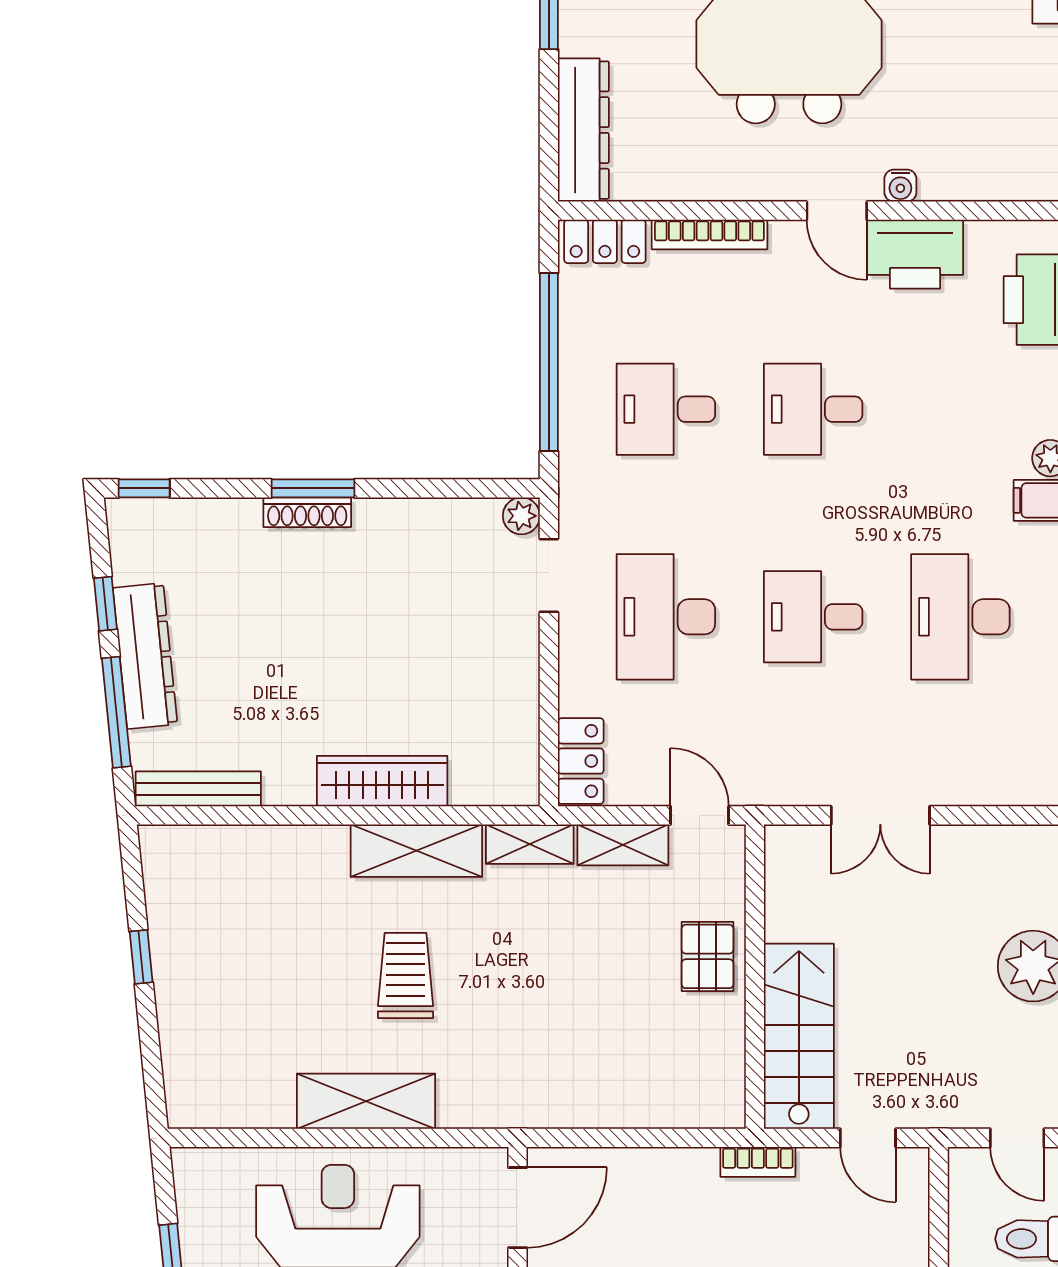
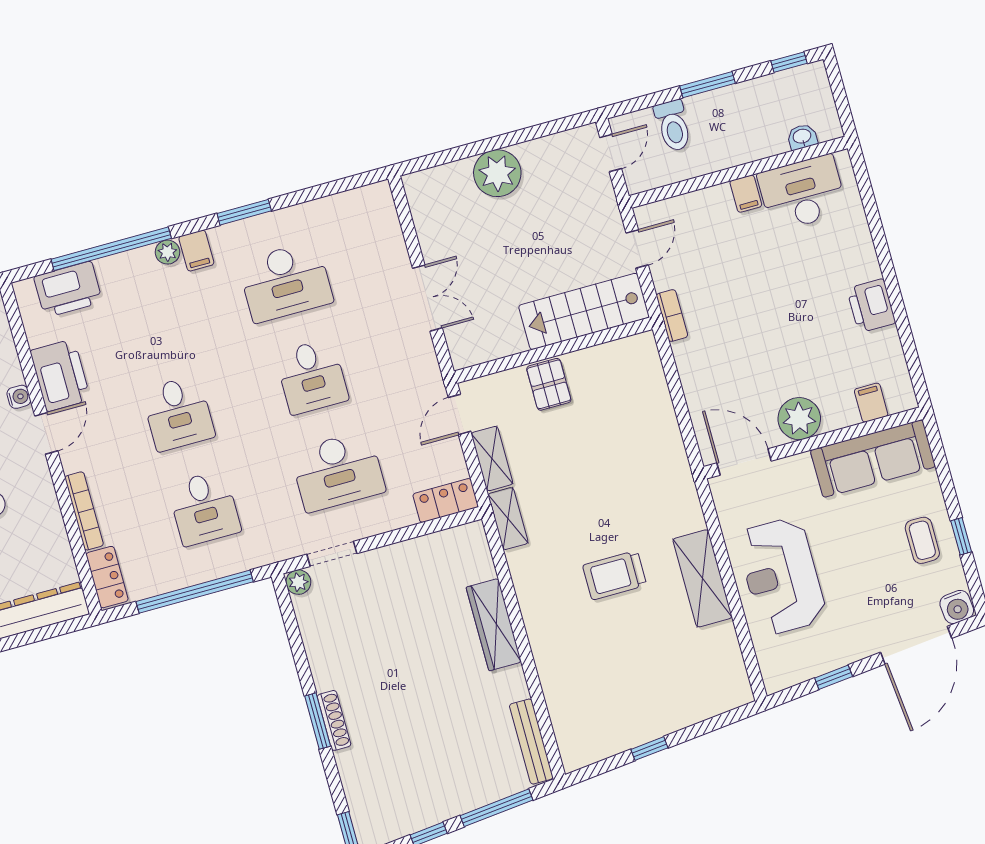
dresser: (145, 656) -> (455, 799), removed
shelving: (416, 851) -> (532, 590), removed
pallet: (708, 956) -> (549, 384), turned 90

